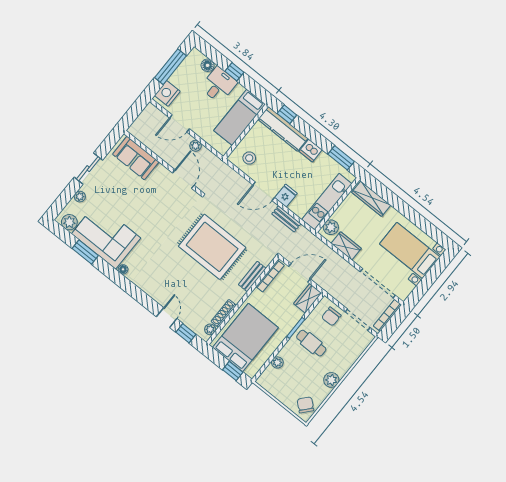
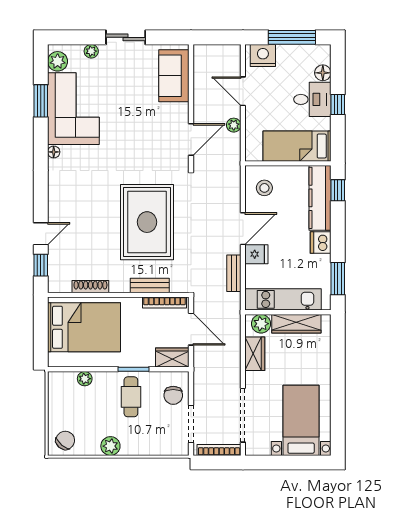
door: (264, 191) -> (243, 229), swing flipped
wardrobe: (371, 199) -> (296, 324), moved, turned -90
chair: (331, 316) -> (173, 395), turned -89
plant: (210, 329) -> (64, 286), removed
window: (233, 371) -> (41, 341), removed

